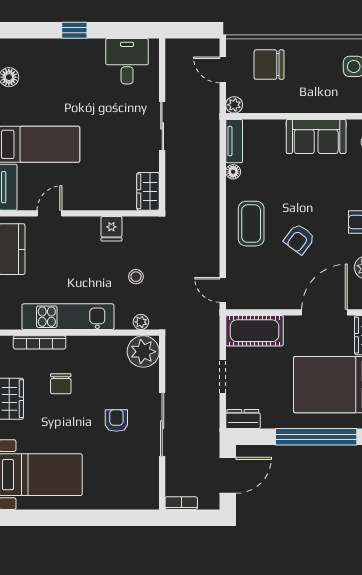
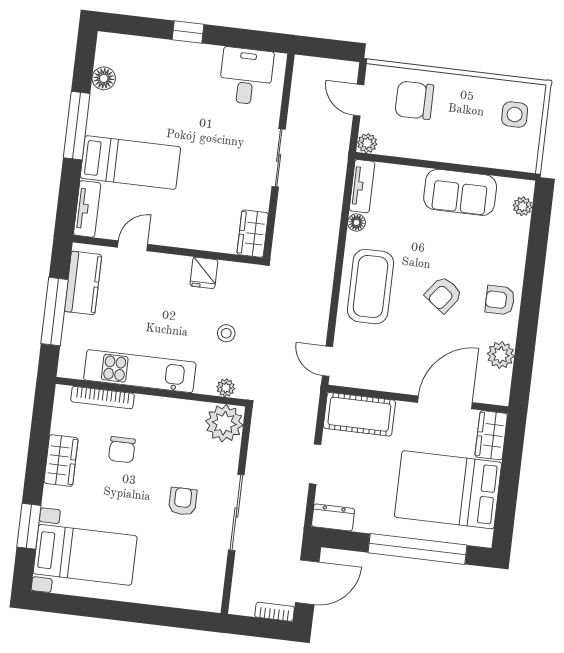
coffee table: (251, 224) -> (371, 287), width x1.36, depth x1.32
armchair: (299, 239) -> (443, 295), moved
bookcase: (181, 503) -> (275, 612), moved

